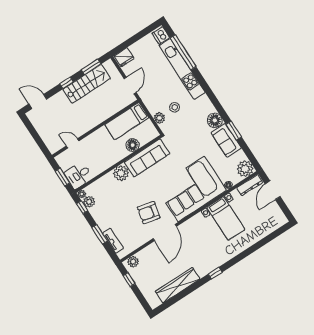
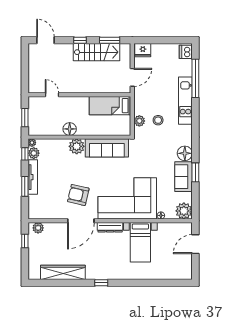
kitchen unit: (182, 69) -> (185, 101), width x0.73
floor lamp: (133, 145) -> (70, 129), moved
desk: (78, 175) -> (39, 125), removed
dresser: (250, 185) -> (110, 227), moved
tv unit: (113, 241) -> (33, 177), moved, width x1.41

